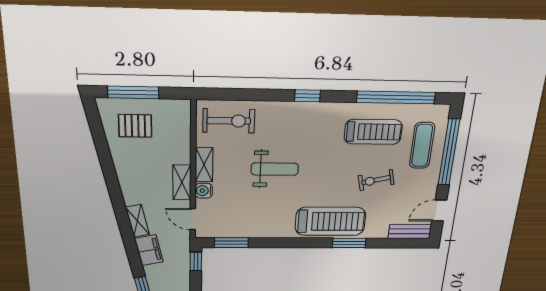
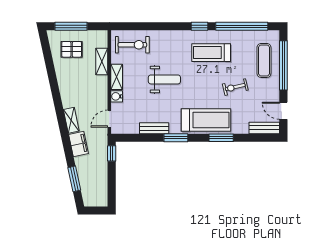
window: (307, 96) -> (200, 26), moved
treadmill: (373, 132) -> (211, 53), moved, turned 180
shelving: (182, 182) -> (102, 62), moved
door: (439, 211) -> (283, 111), hinge flipped
door: (193, 219) -> (109, 119), hinge flipped
bench: (256, 231) -> (154, 128), added
window: (231, 243) -> (176, 138), moved

